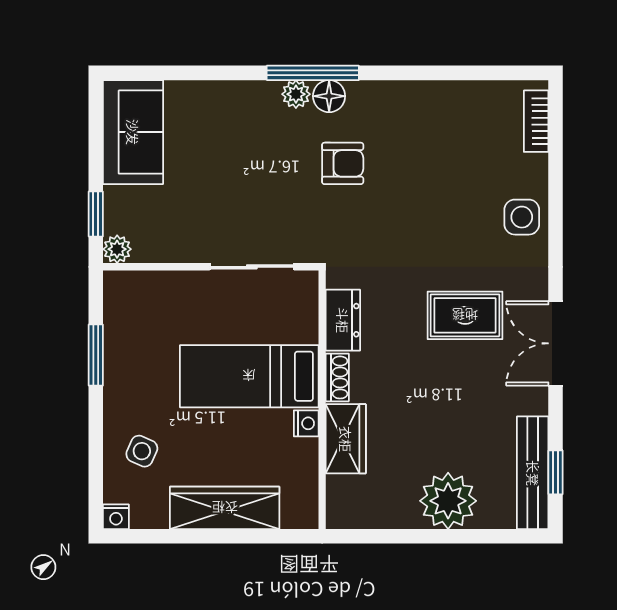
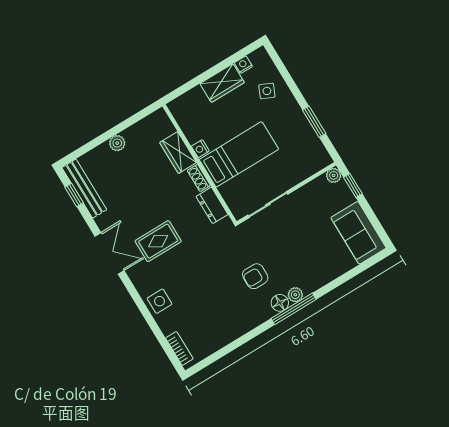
plant: (448, 501) -> (117, 143), width x0.53, depth x0.53
wardrobe: (225, 508) -> (222, 83), width x0.67
nightstand: (116, 517) -> (243, 65), moved

